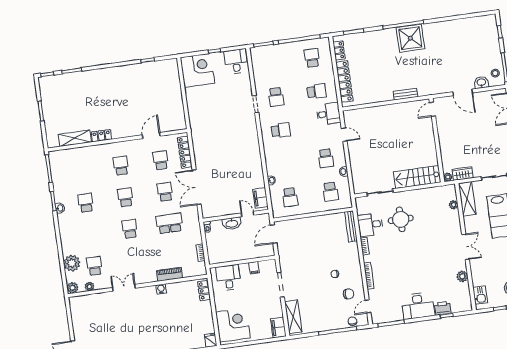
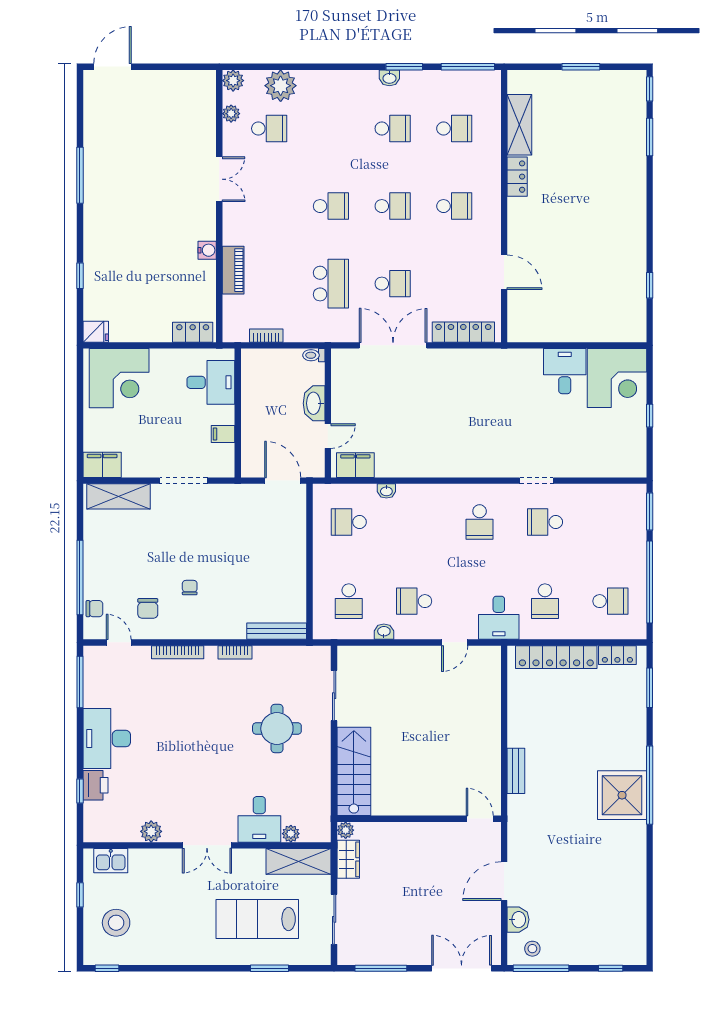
desk: (236, 61) -> (565, 371), moved, turned -90
school desk: (161, 160) -> (454, 129), moved
school desk: (330, 192) -> (349, 601), turned -90
desk: (370, 225) -> (259, 819), moved, turned 180

